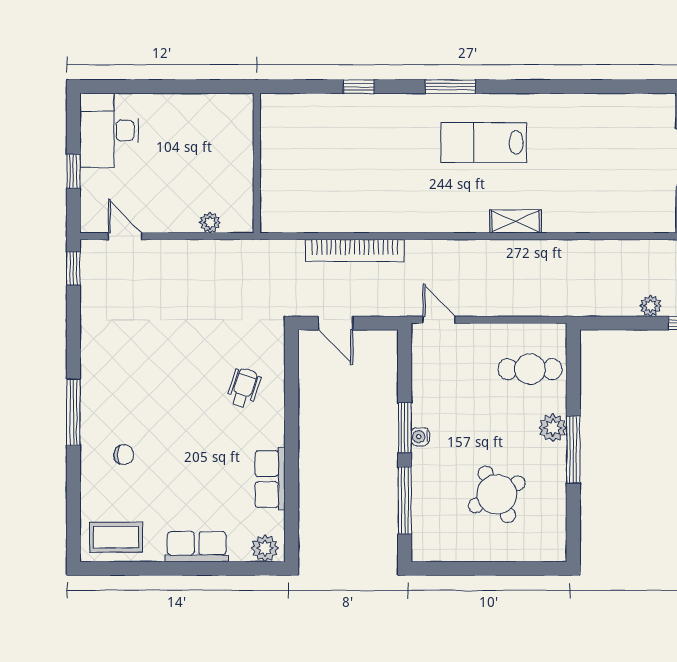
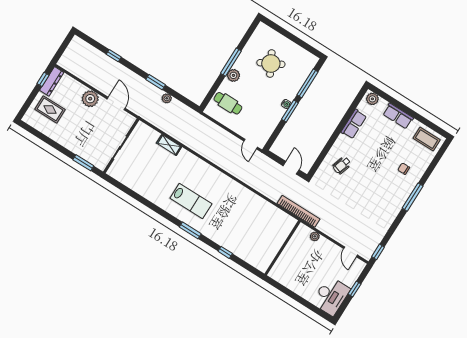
shelving: (515, 221) -> (169, 145), moved
bookcase: (355, 251) -> (298, 211), moved

